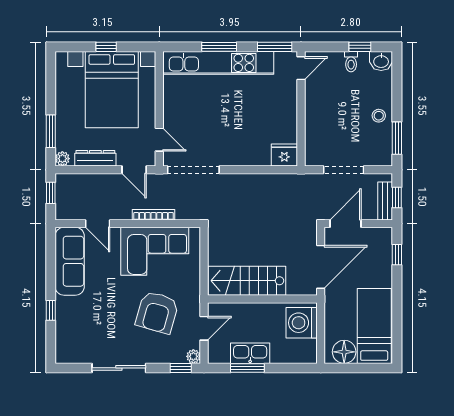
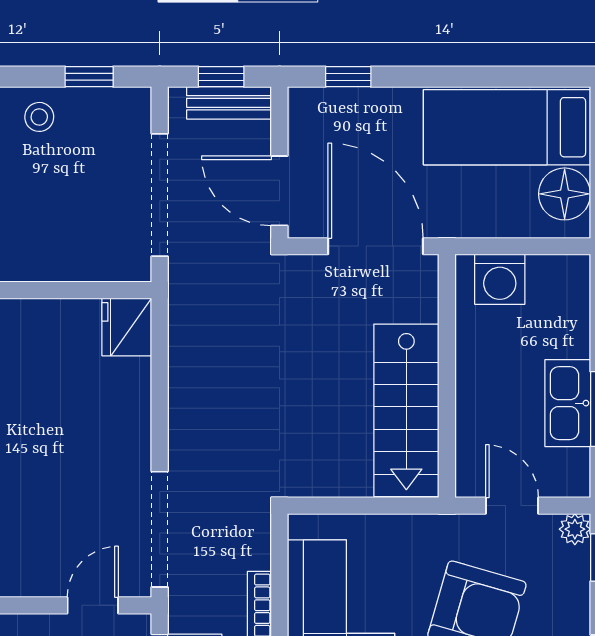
window: (397, 138) -> (89, 77), width x0.67
doorway: (344, 170) -> (160, 195), width x1.36
washing machine: (302, 323) -> (500, 279), width x0.73, depth x0.73

